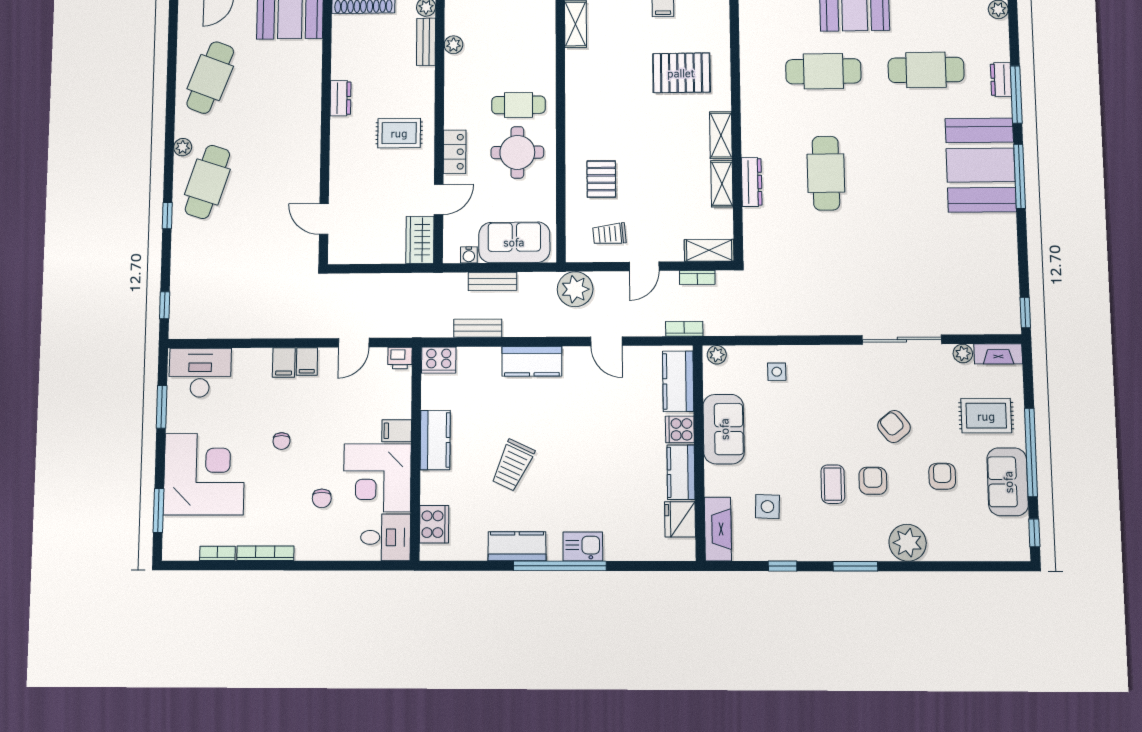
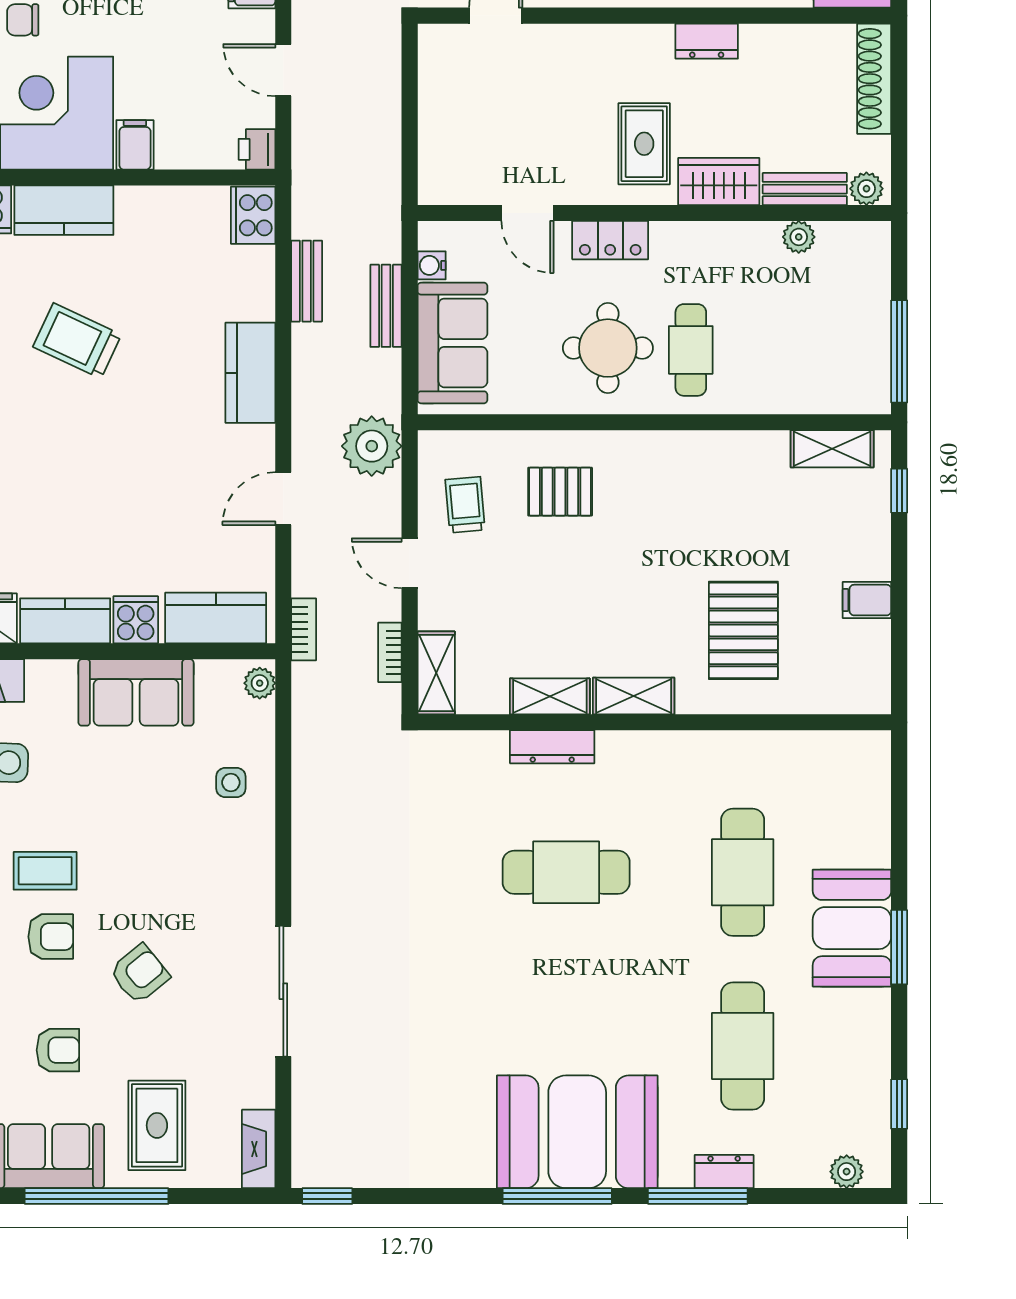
wardrobe: (420, 240) -> (719, 182), moved
plant: (963, 354) -> (260, 1091), removed
kitchen counter: (435, 440) -> (64, 210), moved

